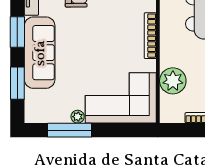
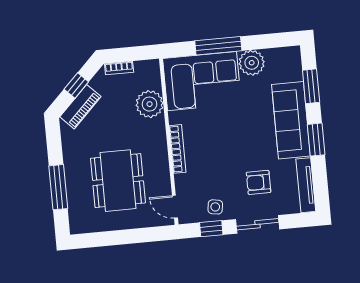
plant: (78, 117) -> (252, 63), width x1.88, depth x1.88
window: (69, 130) -> (218, 46), moved

